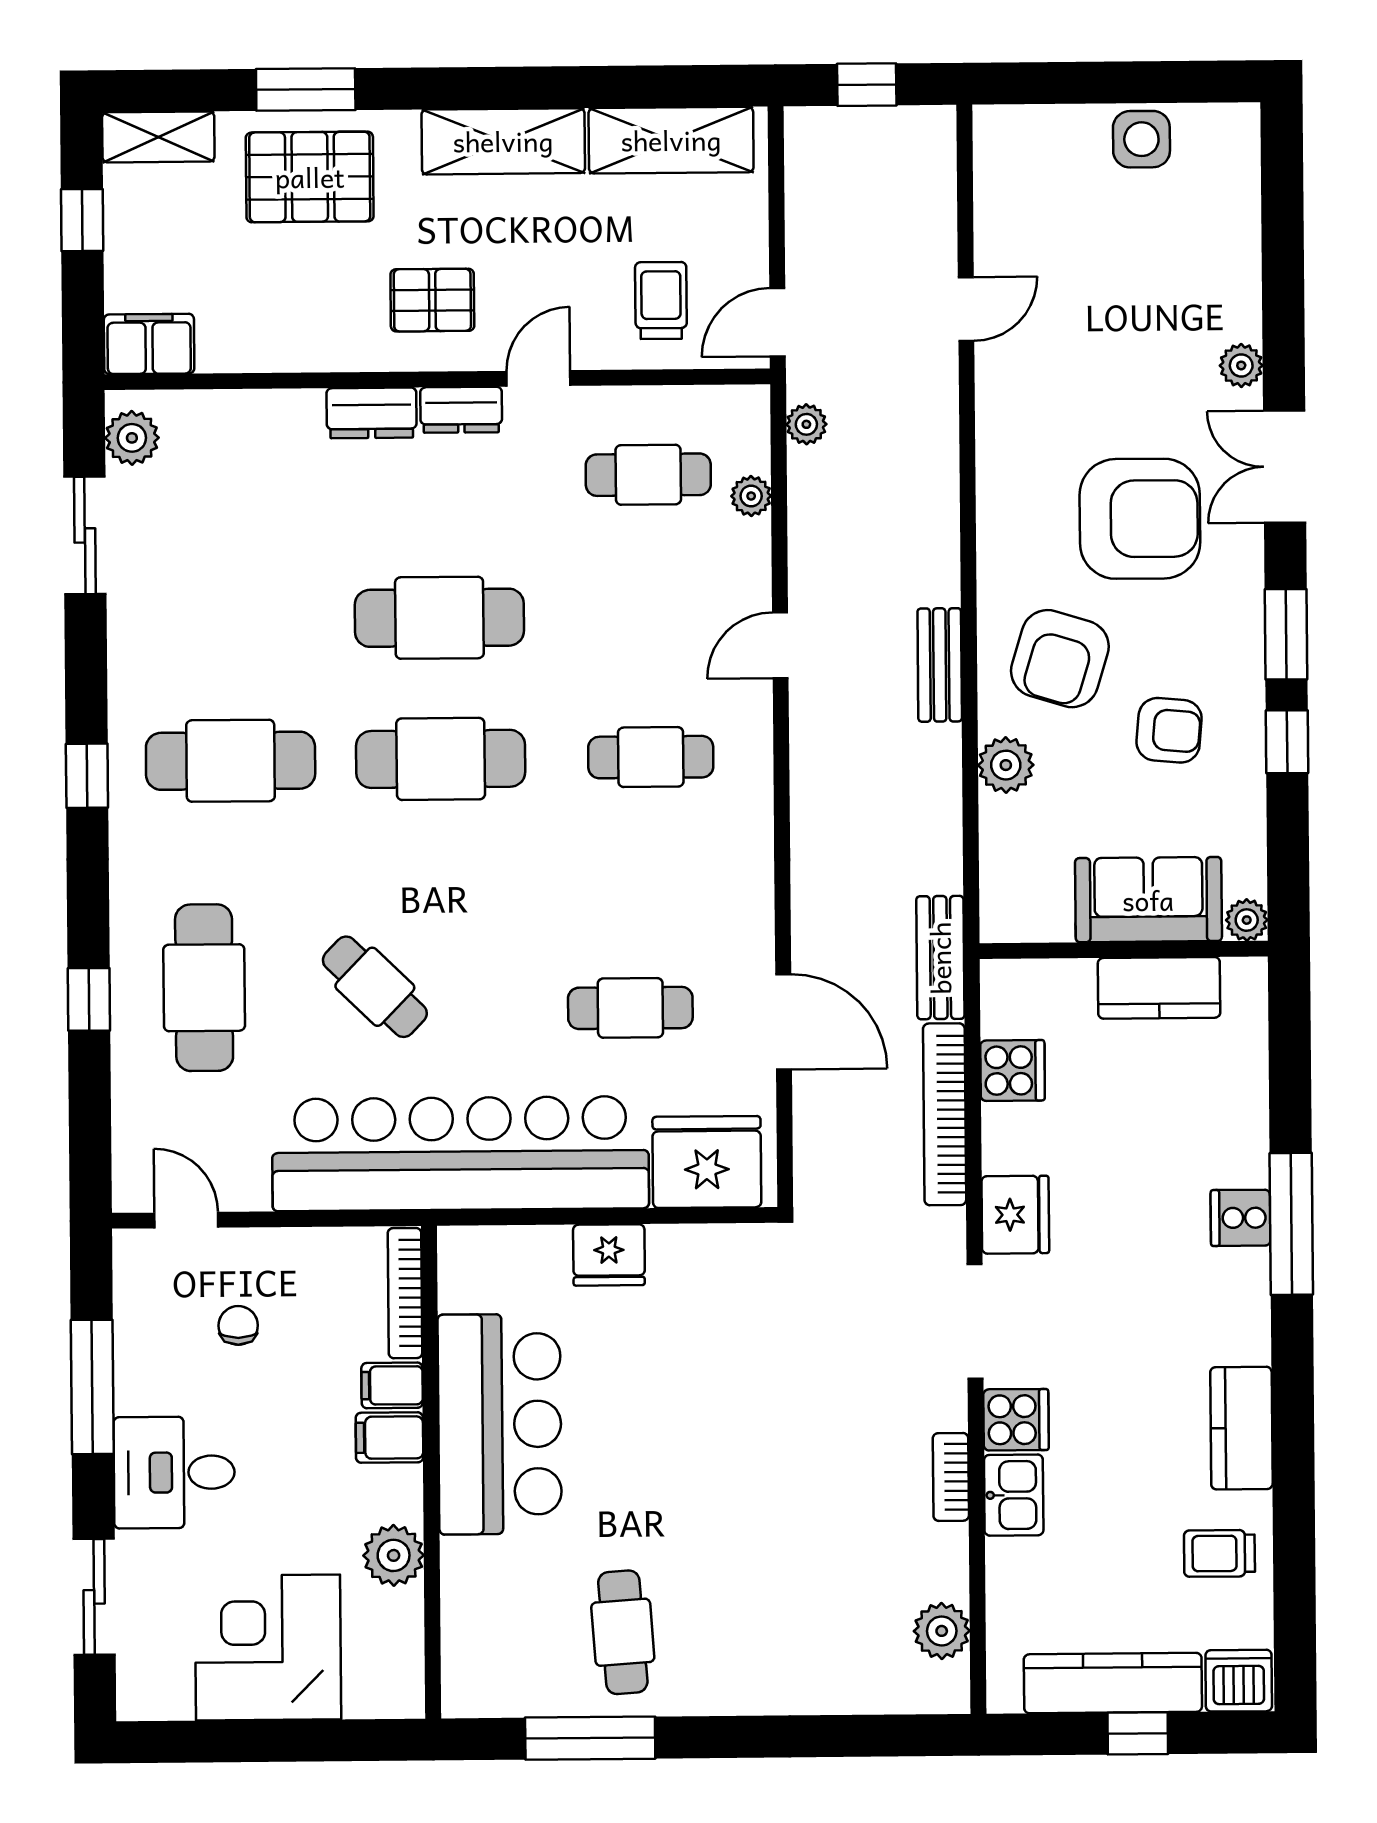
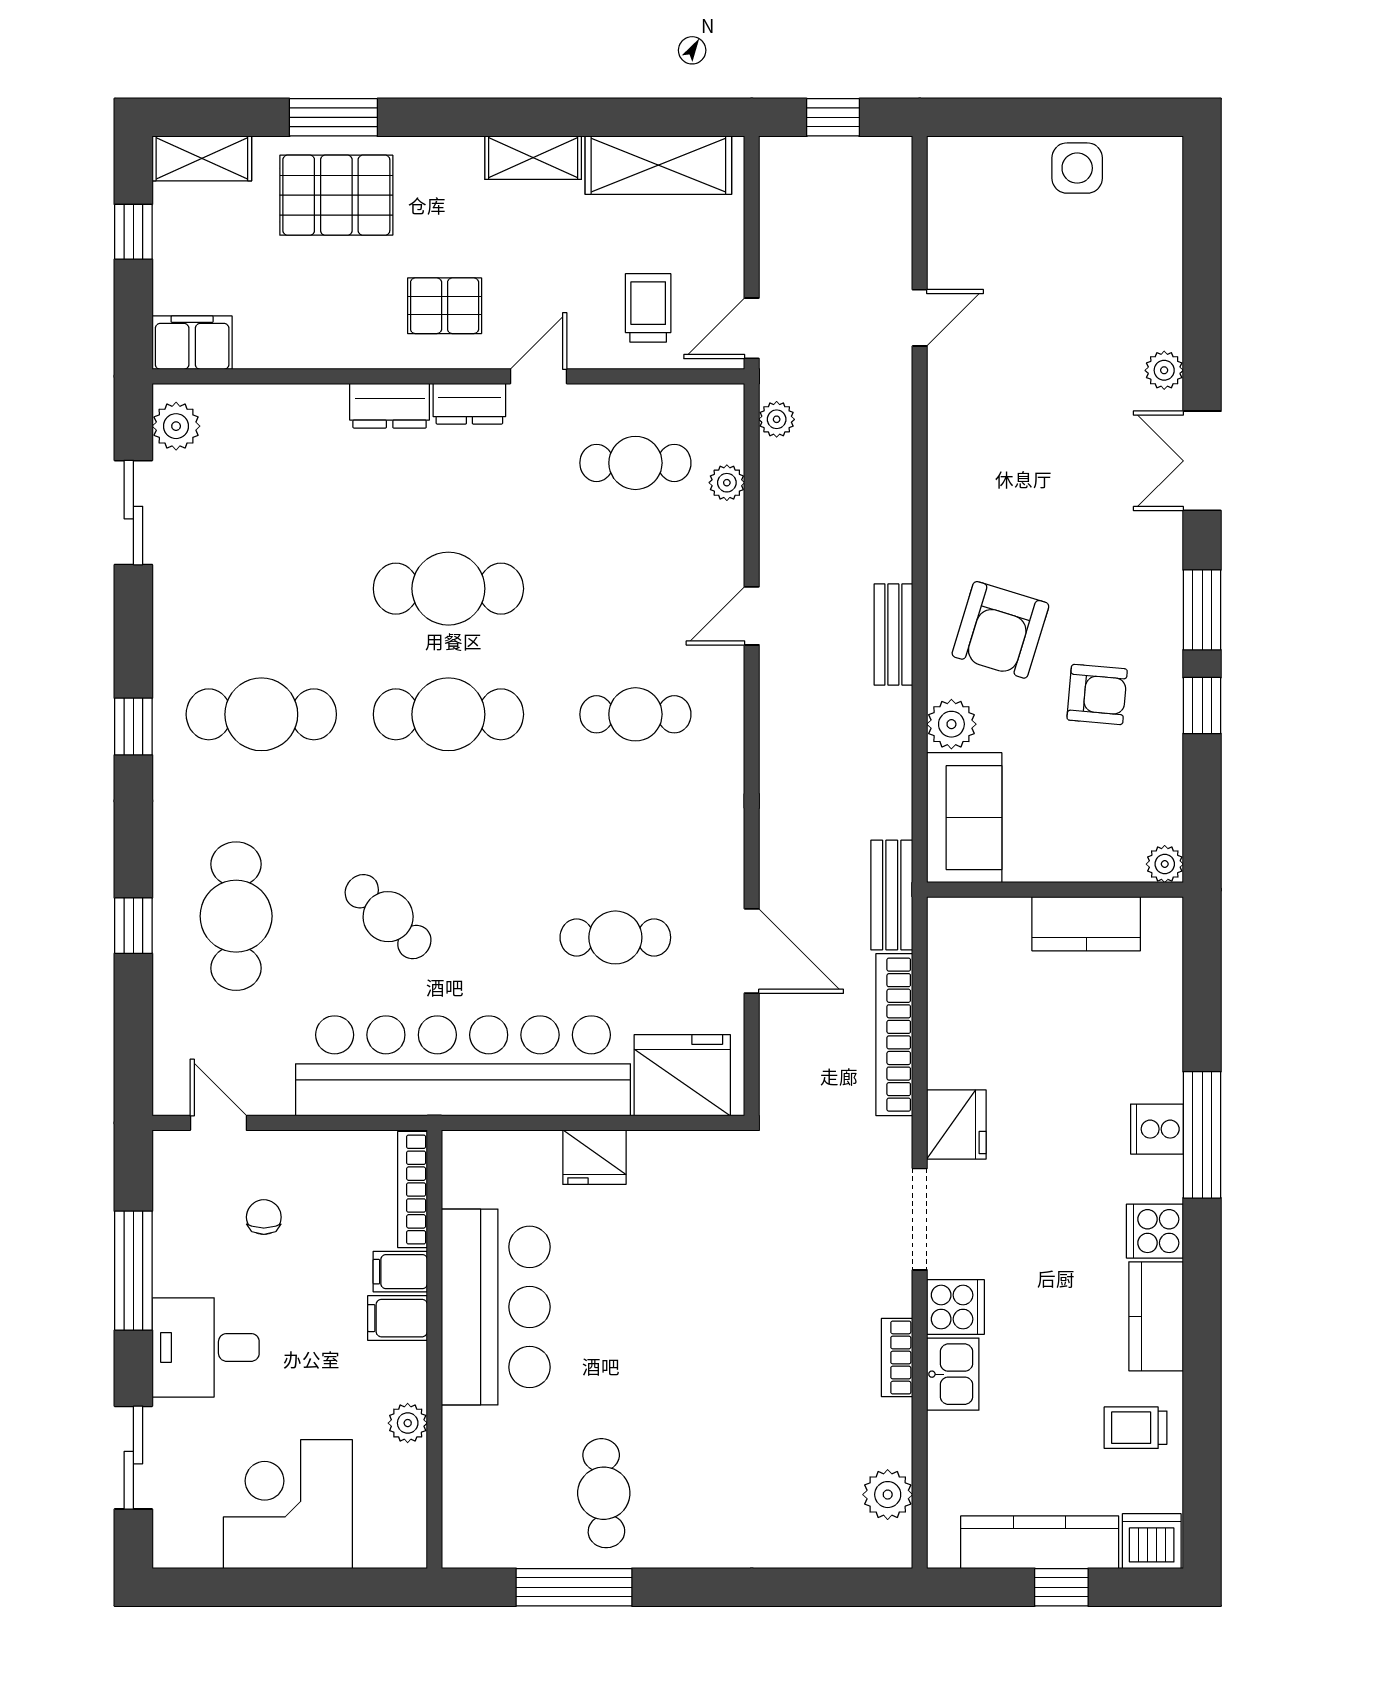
shelving: (503, 141) -> (533, 158), width x0.67, depth x0.75
armchair: (1140, 519) -> (1073, 506), removed
sofa: (1148, 900) -> (964, 818), moved, turned 90
cooker: (1013, 1070) -> (1155, 1231), moved, turned 180
plant: (394, 1555) -> (408, 1423), width x0.73, depth x0.73

